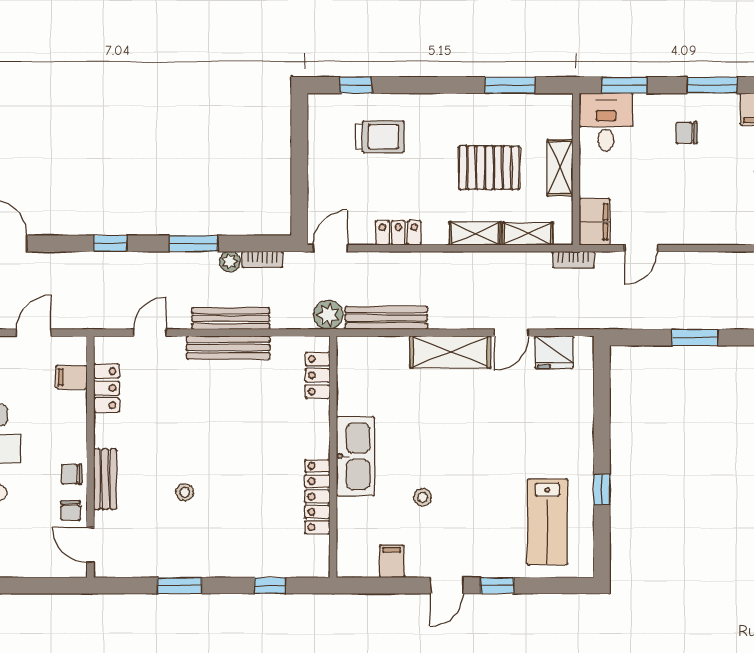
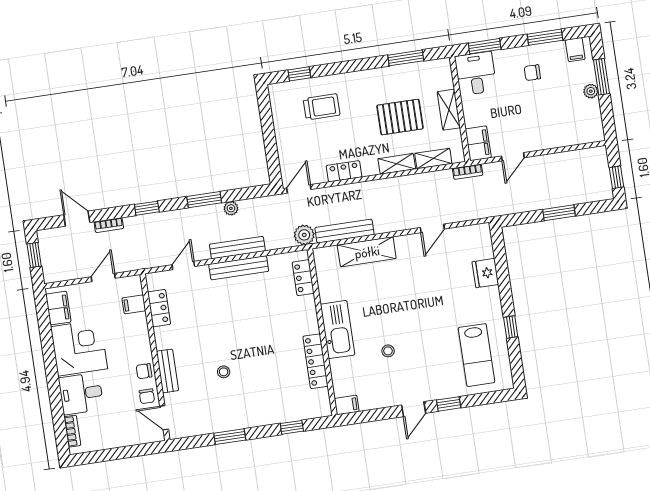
bookcase: (262, 259) -> (109, 225), moved
shelving: (450, 352) -> (367, 252), moved
fridge: (554, 352) -> (485, 273), moved, turned 90
filing cabinet: (392, 561) -> (347, 405), moved, turned 90

